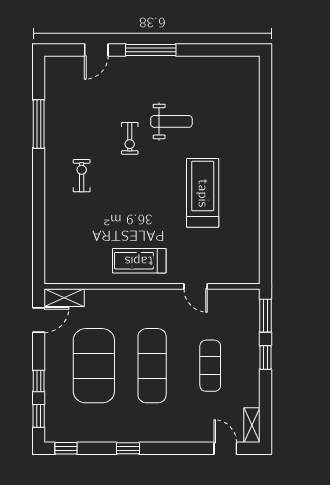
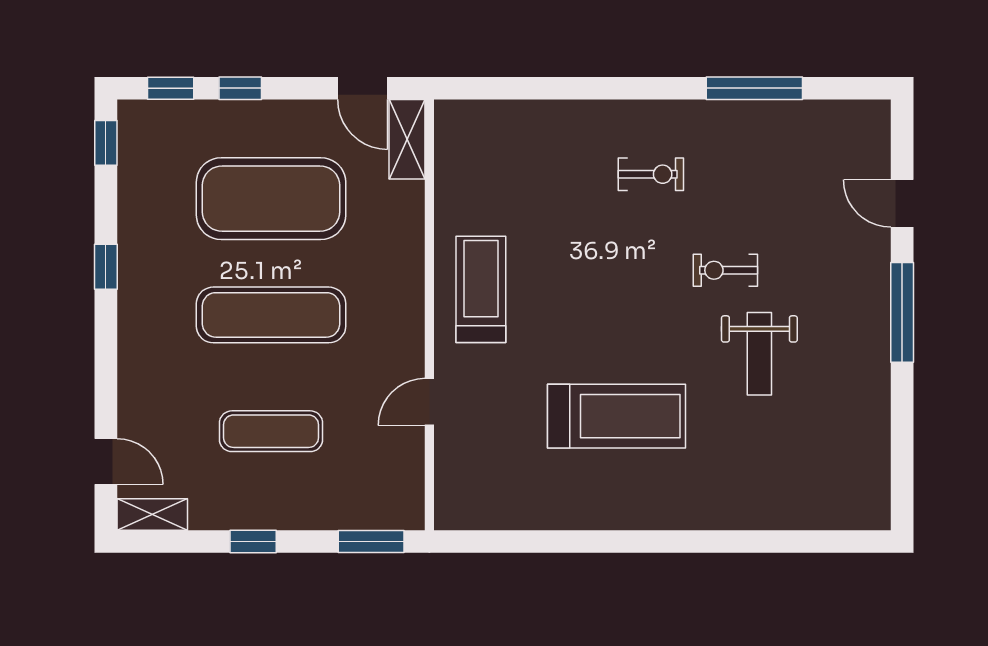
window: (265, 357) -> (253, 542), moved
door: (225, 448) -> (106, 461), hinge flipped

